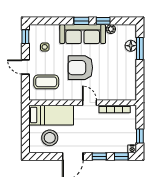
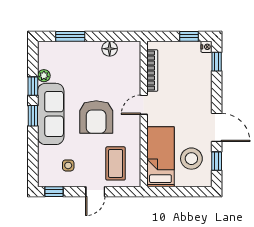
floor lamp: (131, 46) -> (110, 49), moved
window: (99, 156) -> (217, 161), moved

